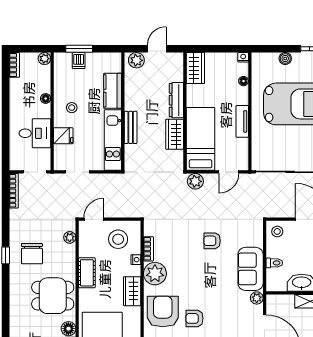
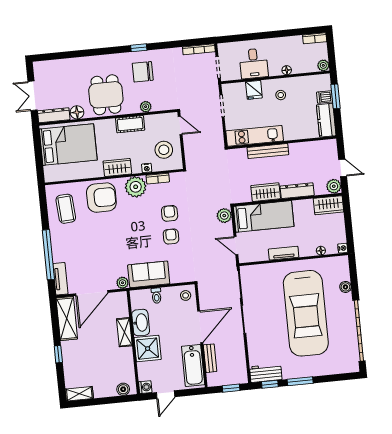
plant: (136, 60) -> (334, 186), moved
kitchen counter: (113, 91) -> (326, 120), moved, turned -90
bench: (131, 127) -> (268, 151), width x1.36
plant: (70, 237) -> (146, 107), moved
armchair: (194, 318) -> (170, 213), moved

